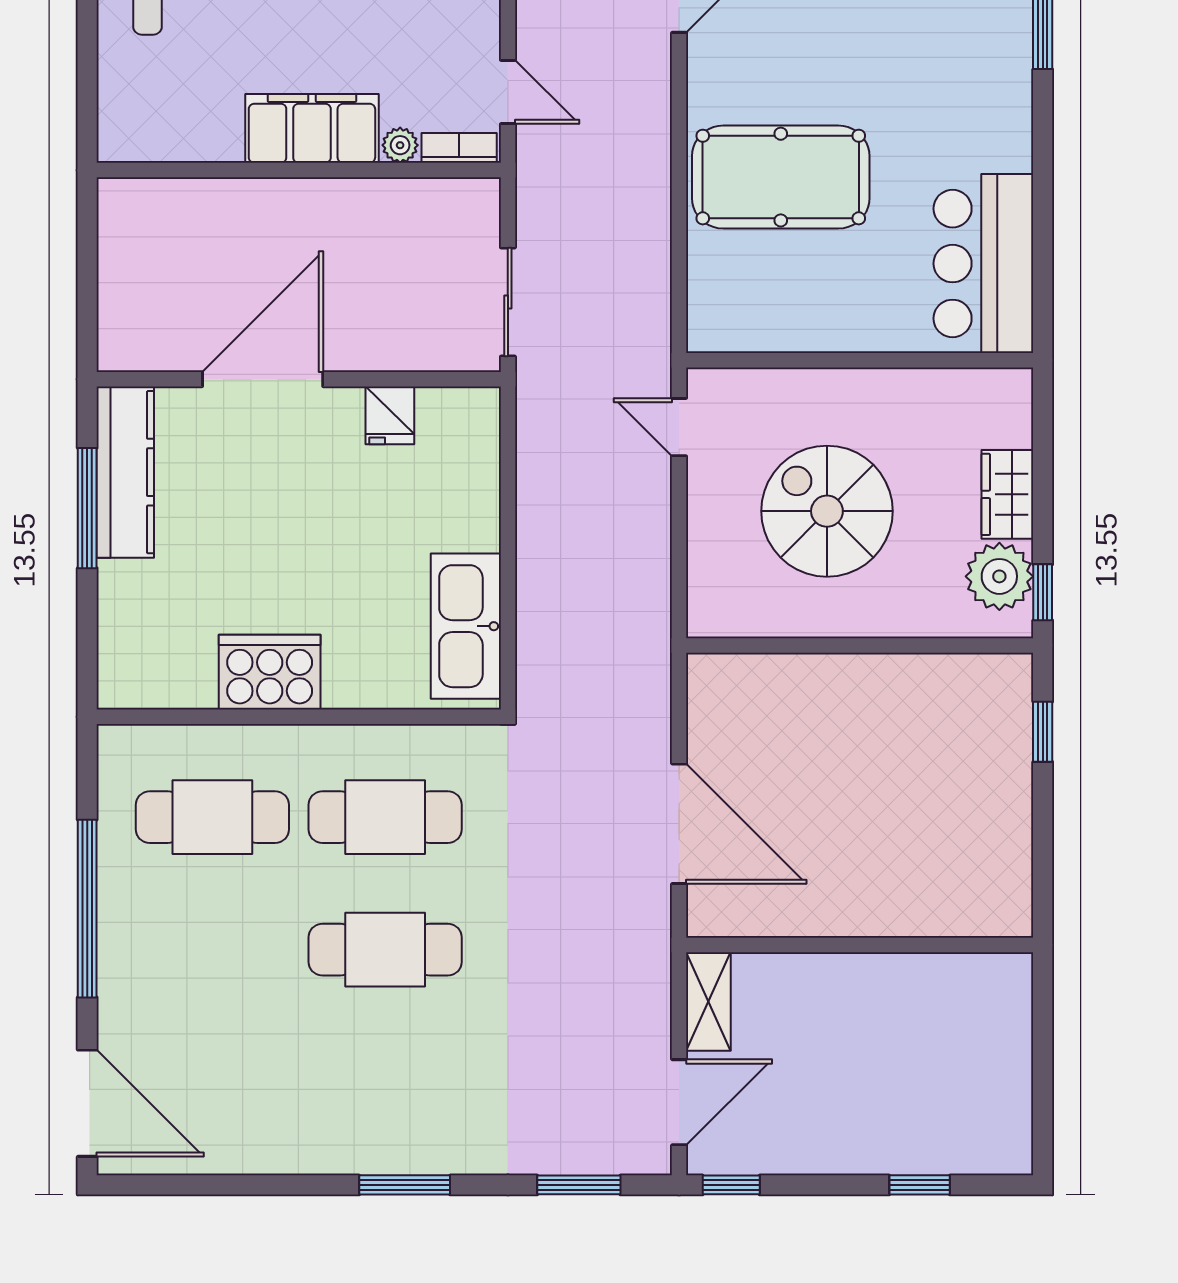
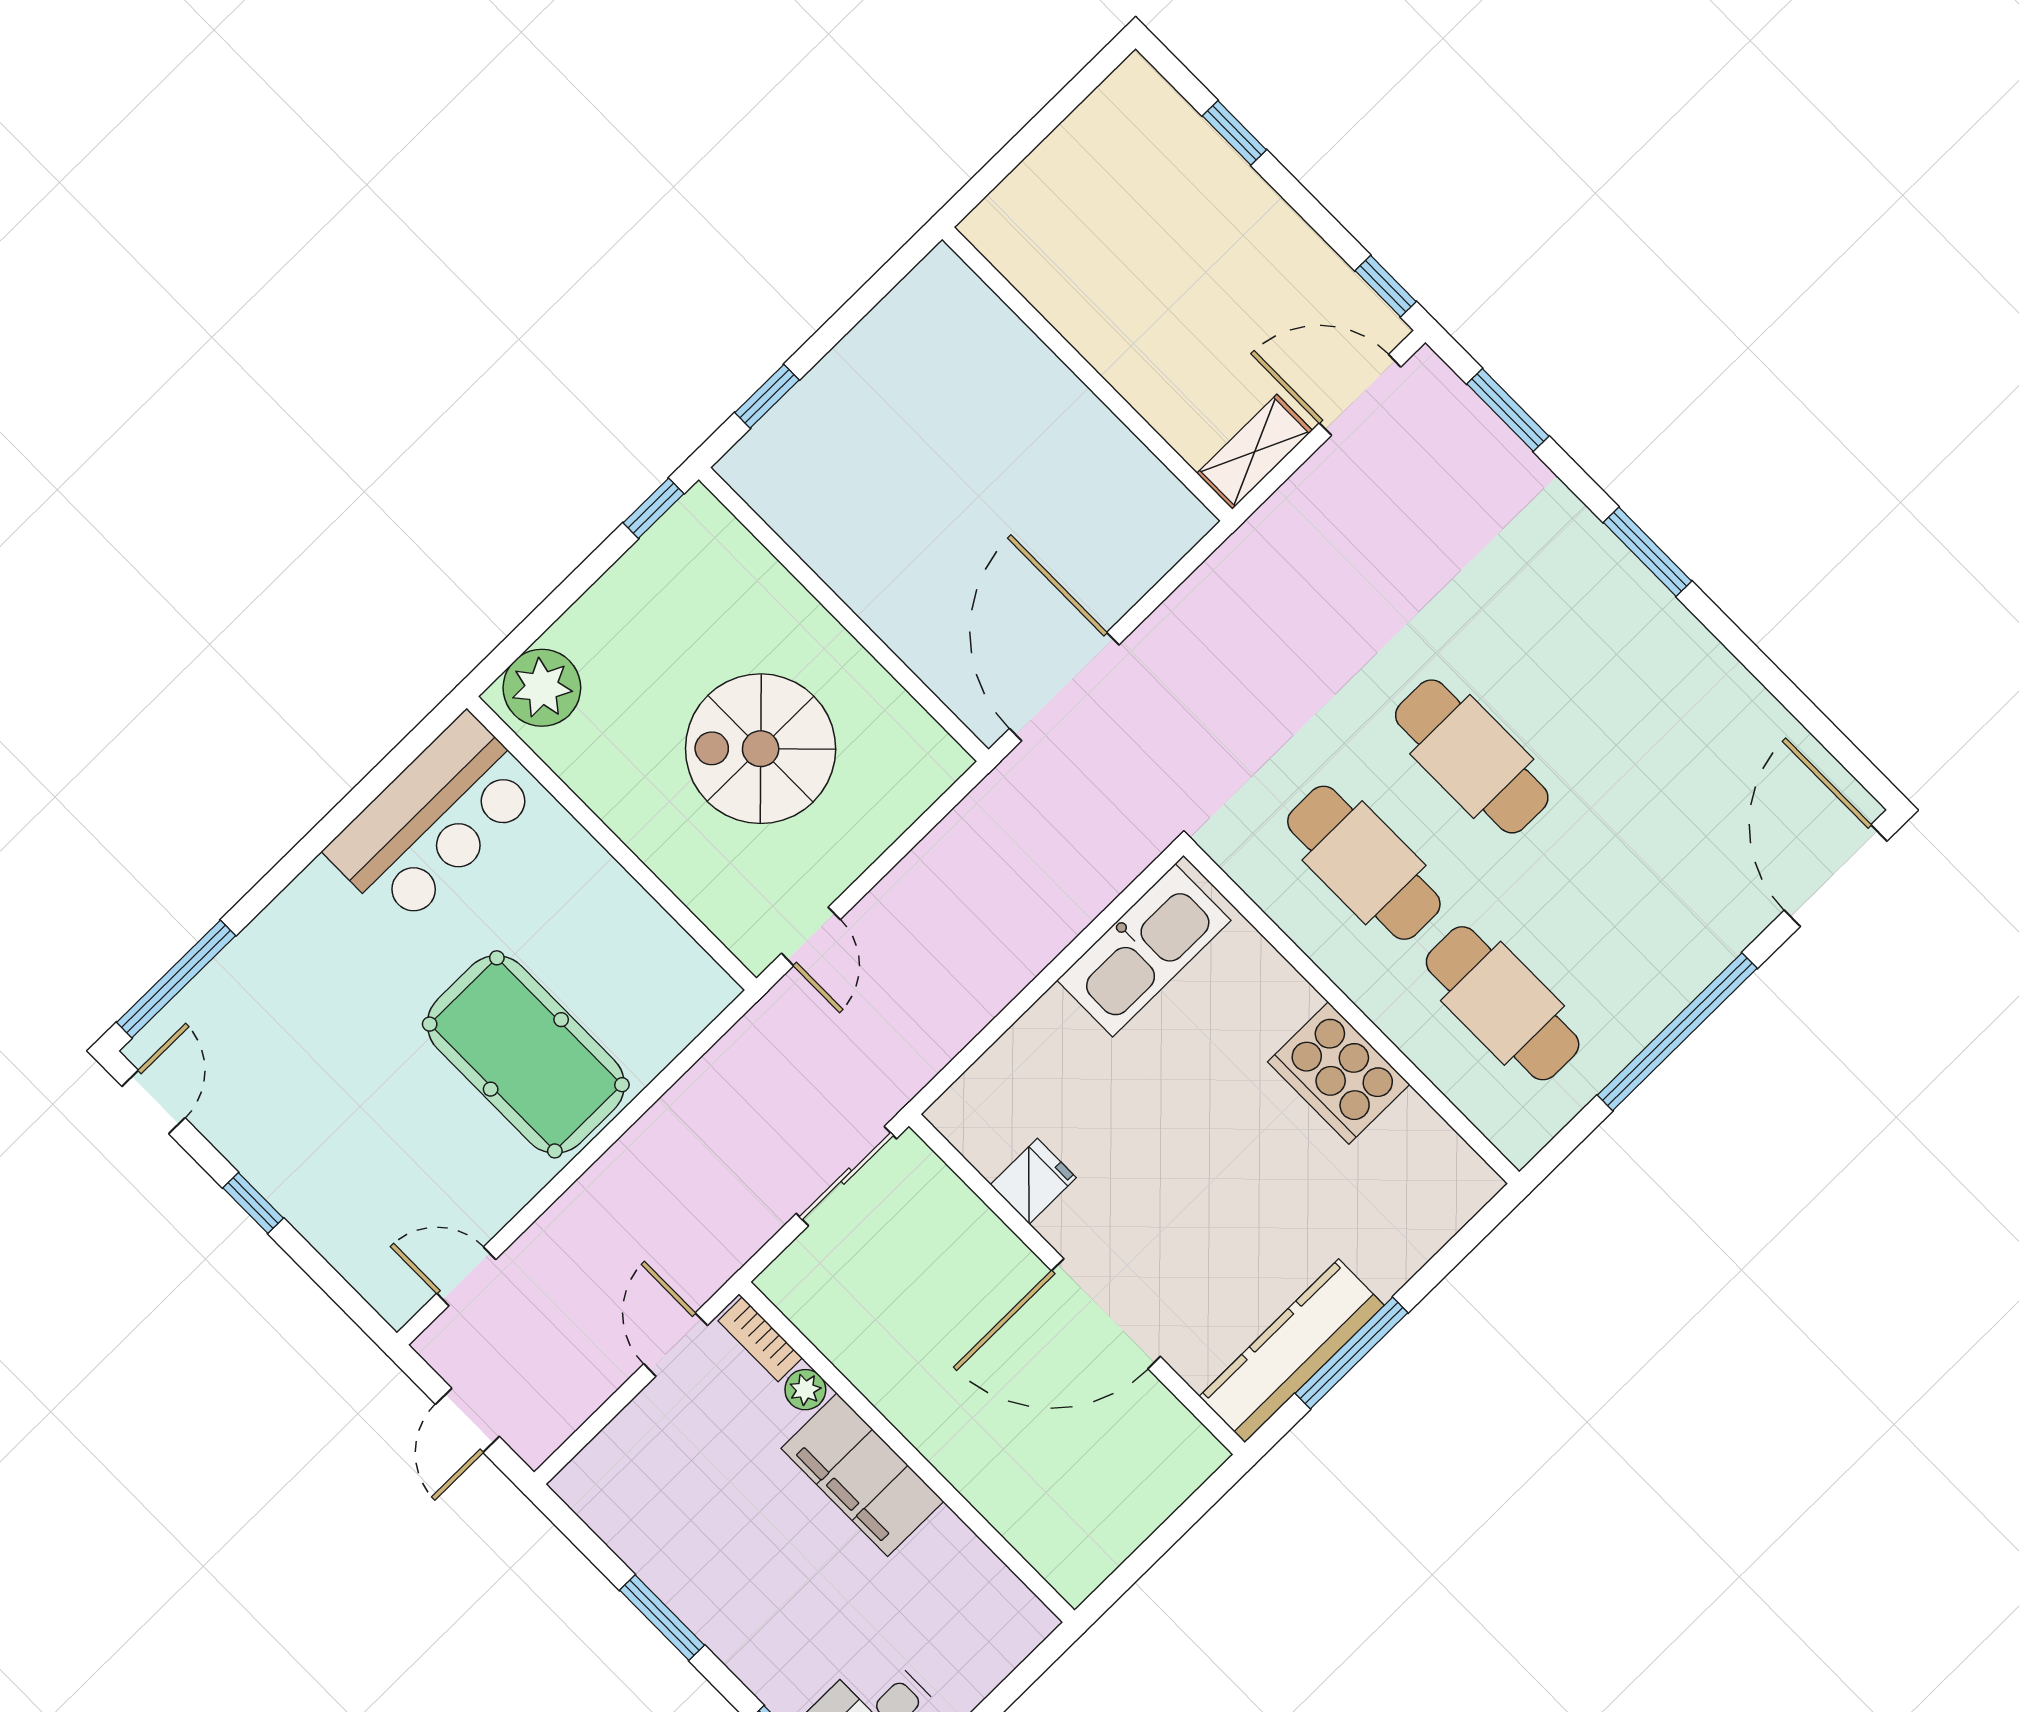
wardrobe: (1007, 494) -> (602, 615), removed
spiral stairs: (827, 511) -> (761, 749), turned 90
plant: (999, 576) -> (542, 688), moved
door: (679, 824) -> (1064, 687), moved

